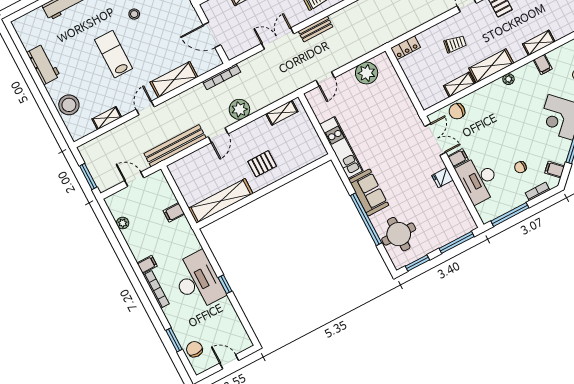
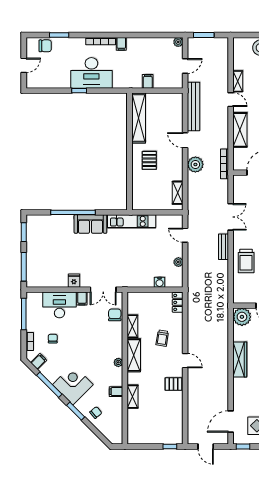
plant: (367, 73) -> (178, 262), width x0.53, depth x0.53
water cooler: (394, 80) -> (160, 282), added
shelving: (107, 118) -> (238, 81), moved
plant: (123, 223) -> (178, 42), moved
round table: (399, 234) -> (51, 230), removed

